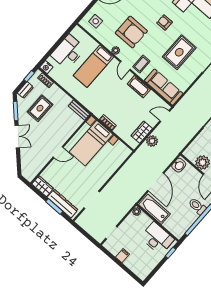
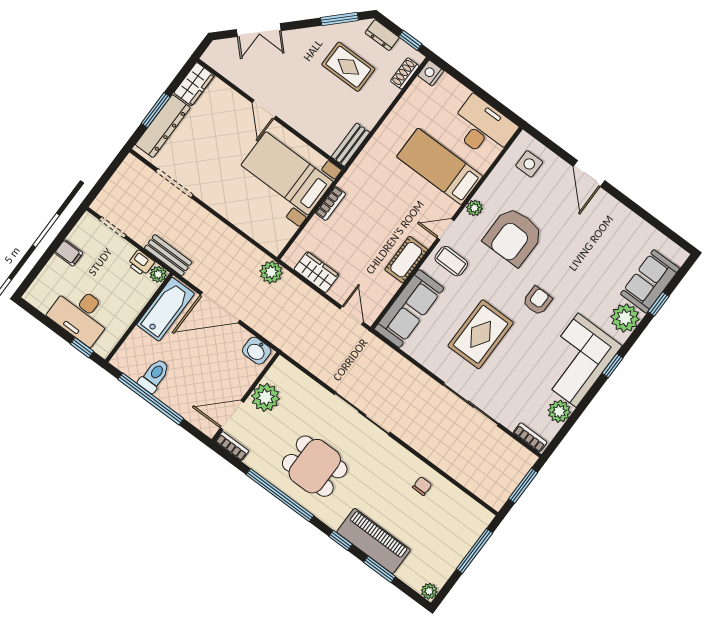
desk: (68, 52) -> (483, 128), moved
rug: (179, 52) -> (481, 334), turned 90
double door: (17, 137) -> (259, 30), moved
plant: (152, 141) -> (271, 272), moved
bench: (127, 206) -> (168, 255), added
toilet: (197, 206) -> (154, 376), moved
printer: (130, 220) -> (141, 263), added
desk: (157, 238) -> (81, 314), moved, turned 90

